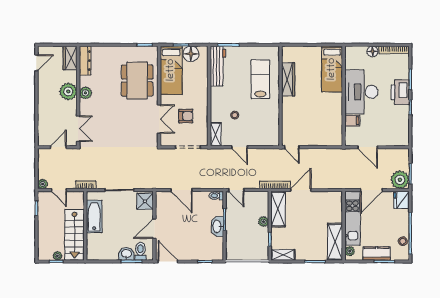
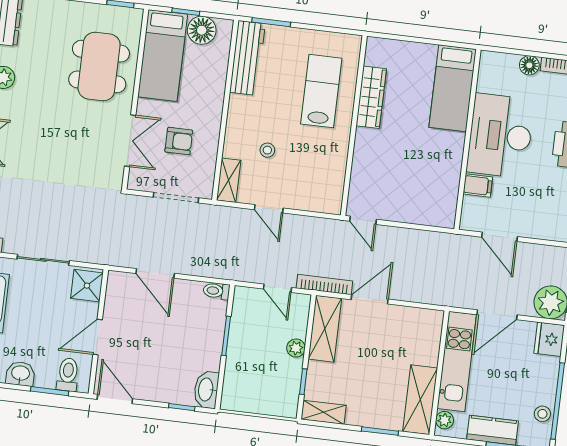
door: (236, 190) -> (277, 288), moved
washbasin: (217, 226) -> (206, 390), moved
washbasin: (126, 254) -> (20, 374), moved

